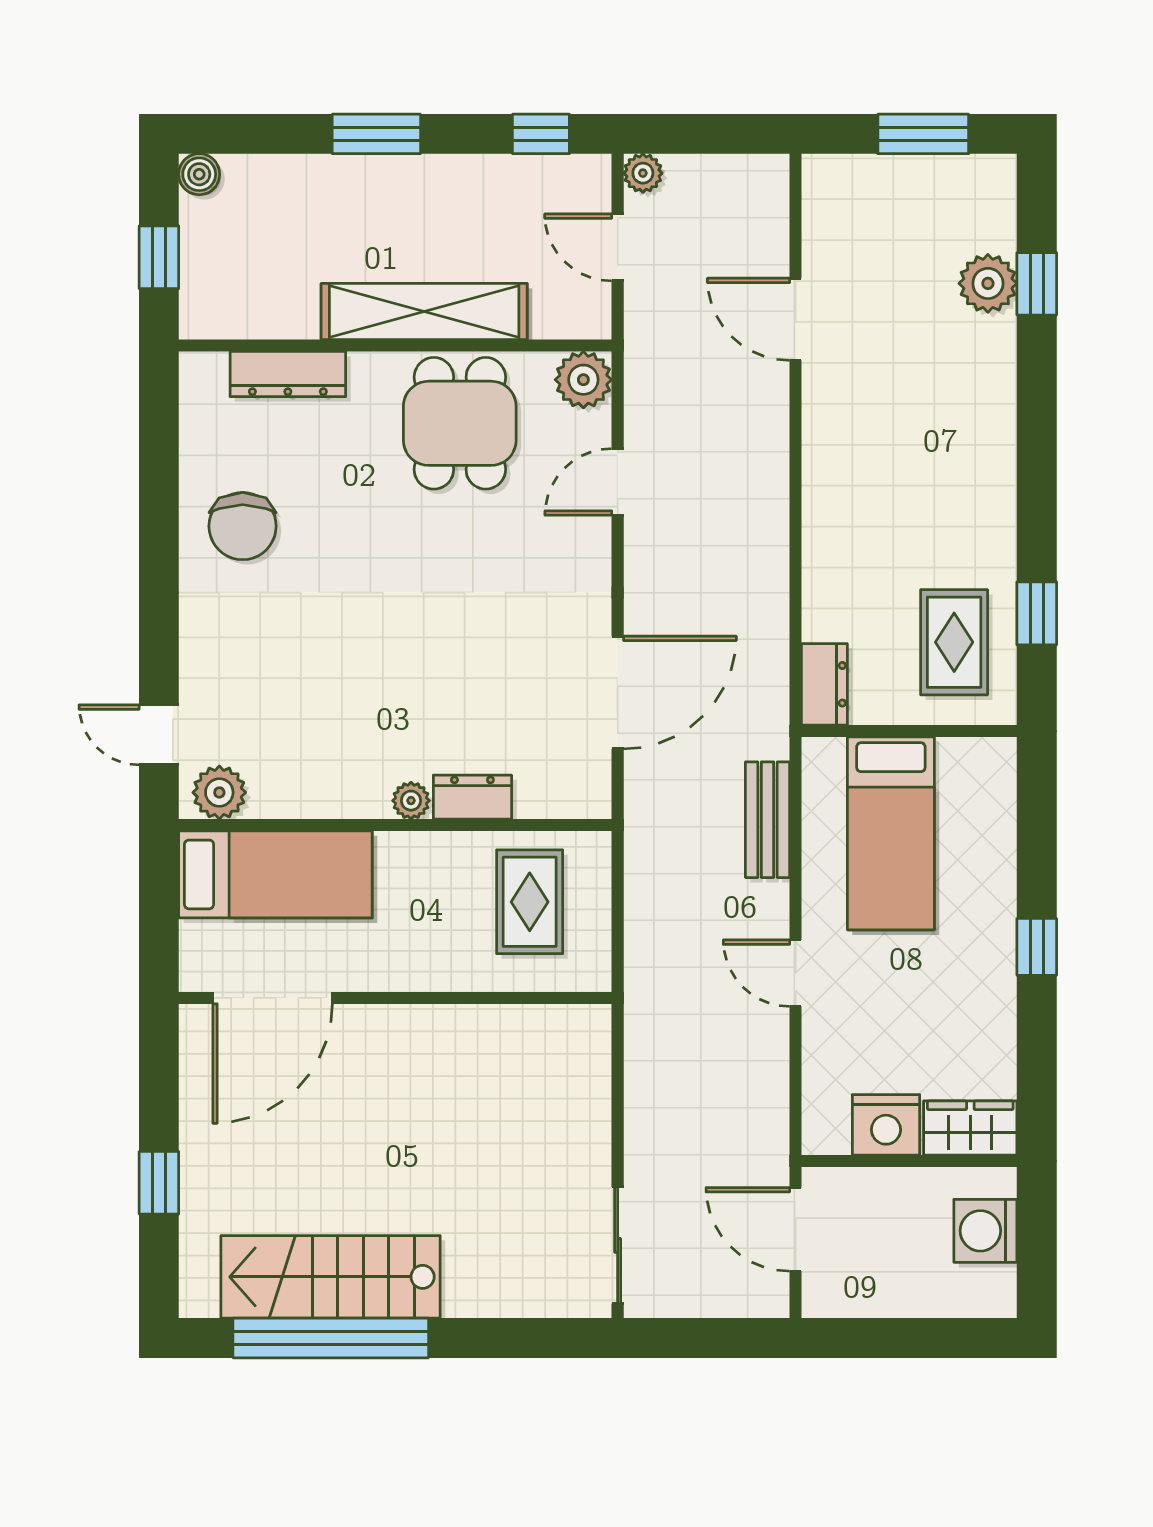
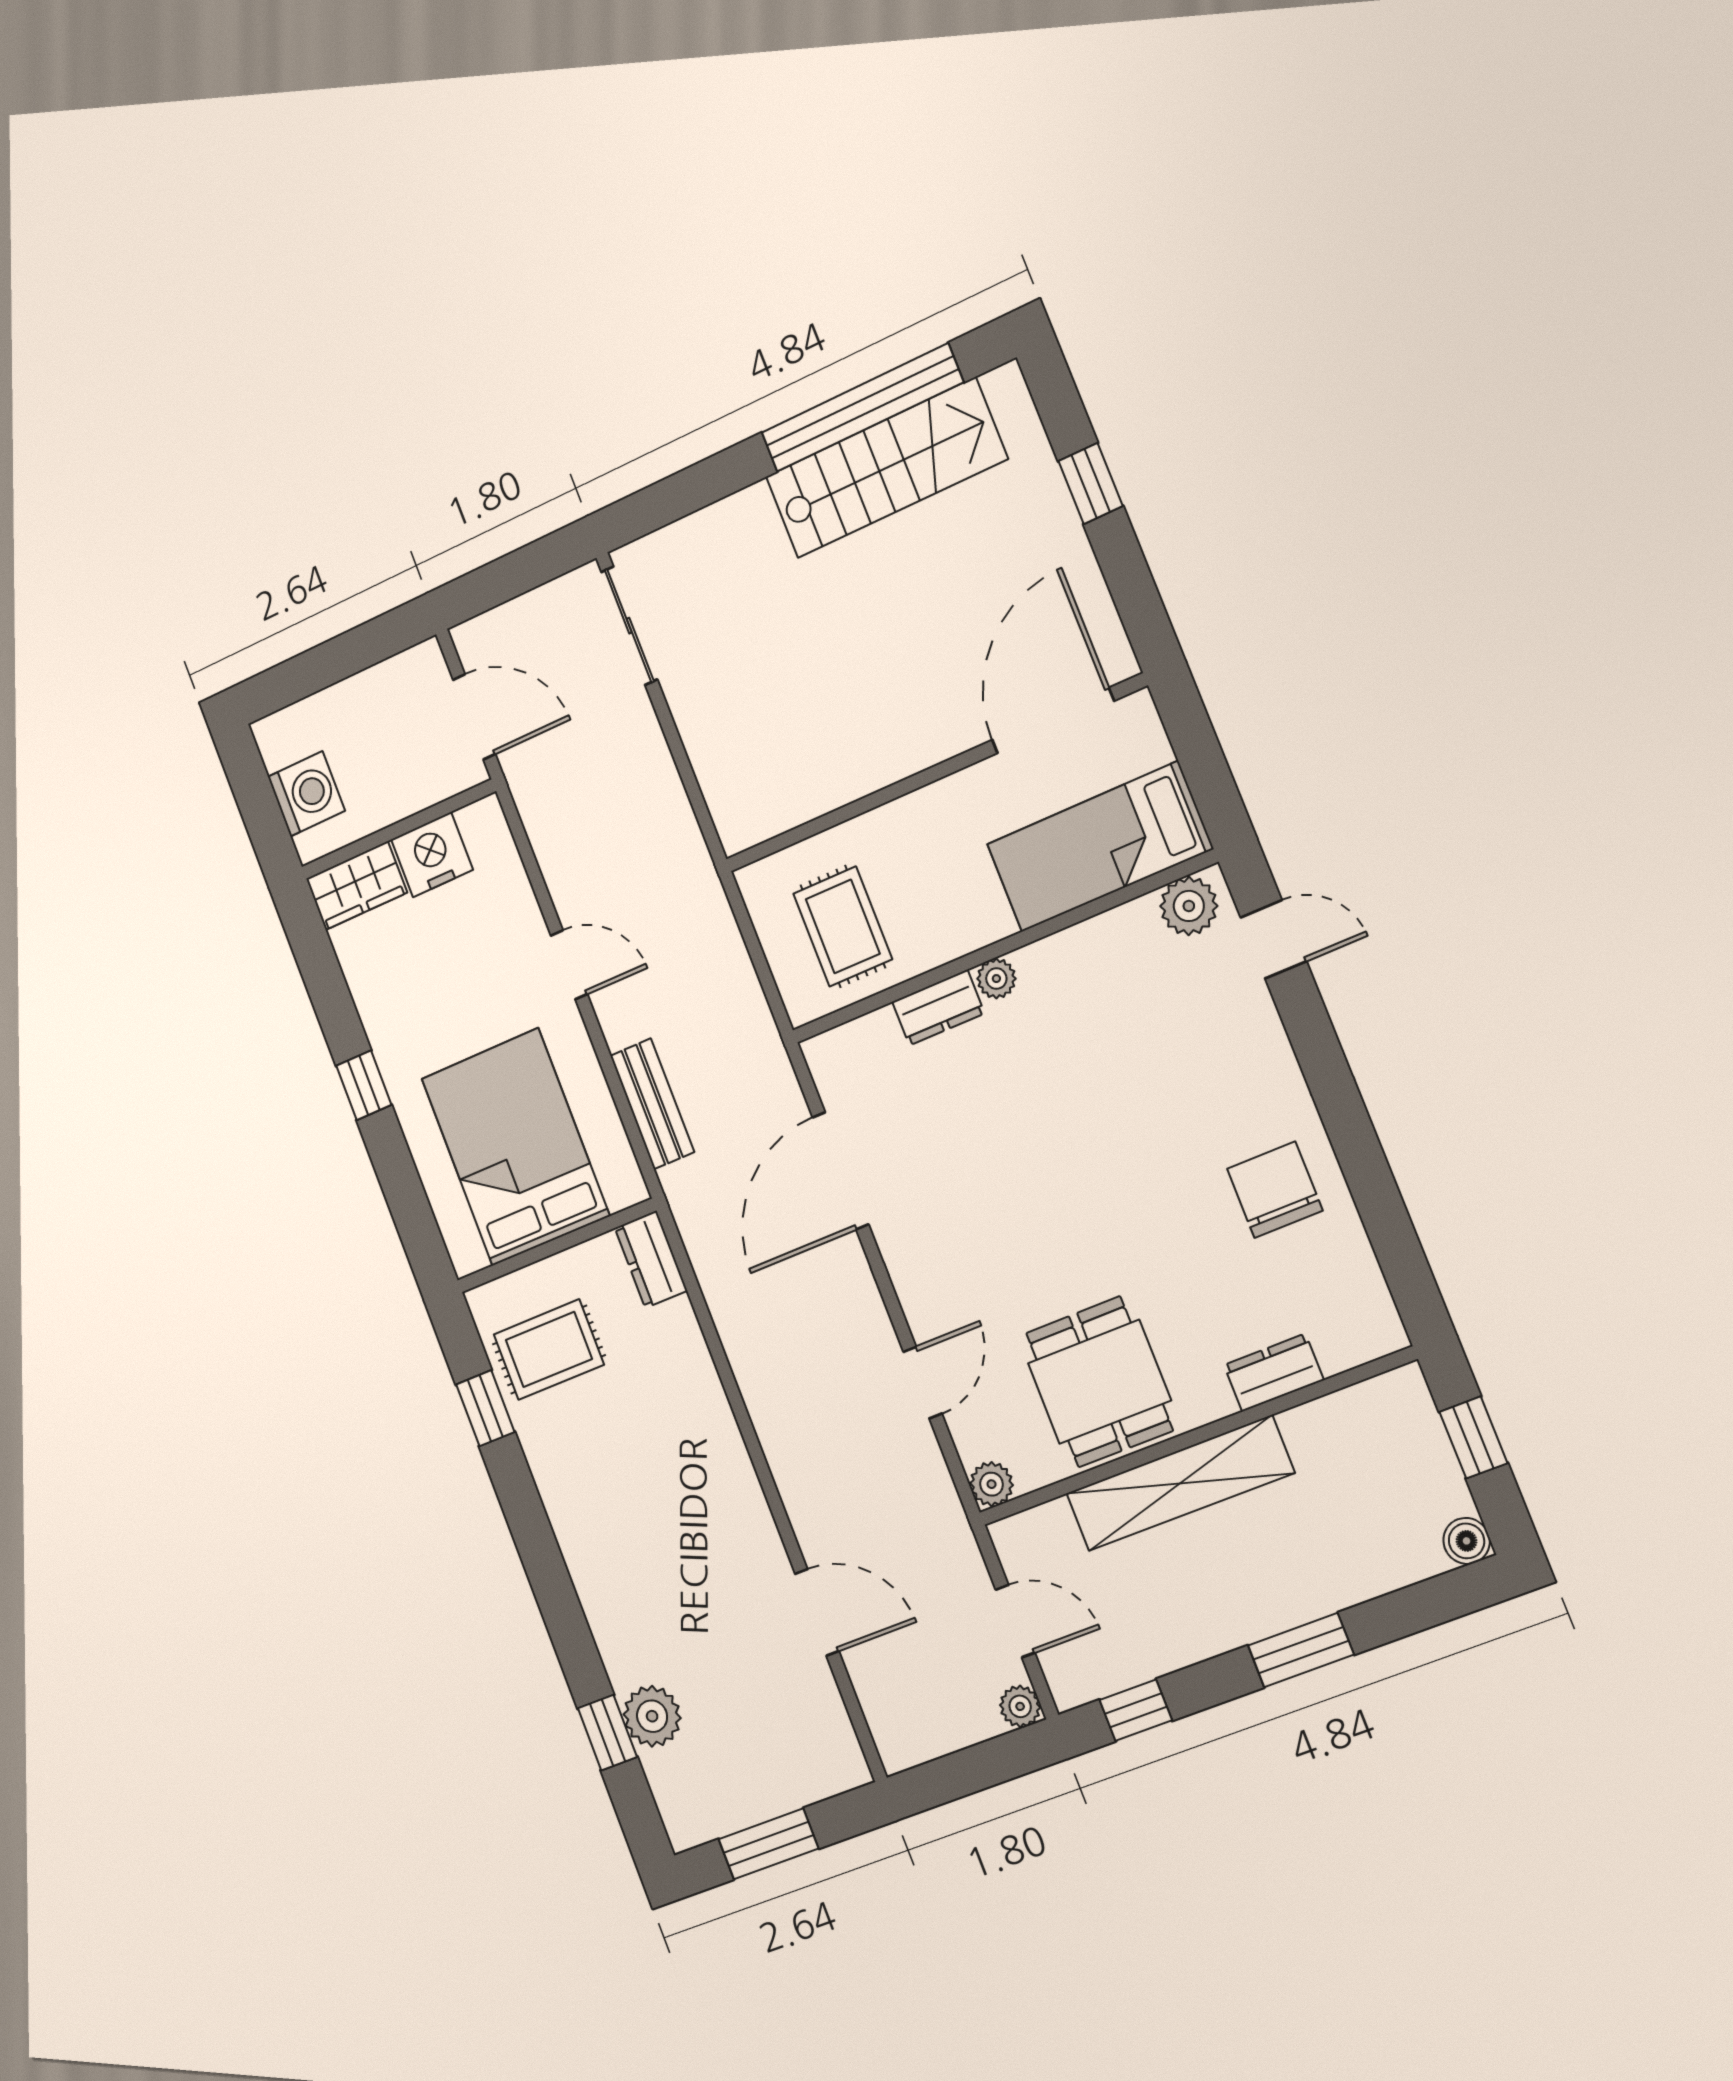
dresser: (288, 374) -> (1274, 1373), width x0.70
plant: (583, 380) -> (992, 1484), width x0.73, depth x0.73
rug: (954, 642) -> (549, 1349), turned 90
bed: (891, 833) -> (515, 1147), width x1.50

